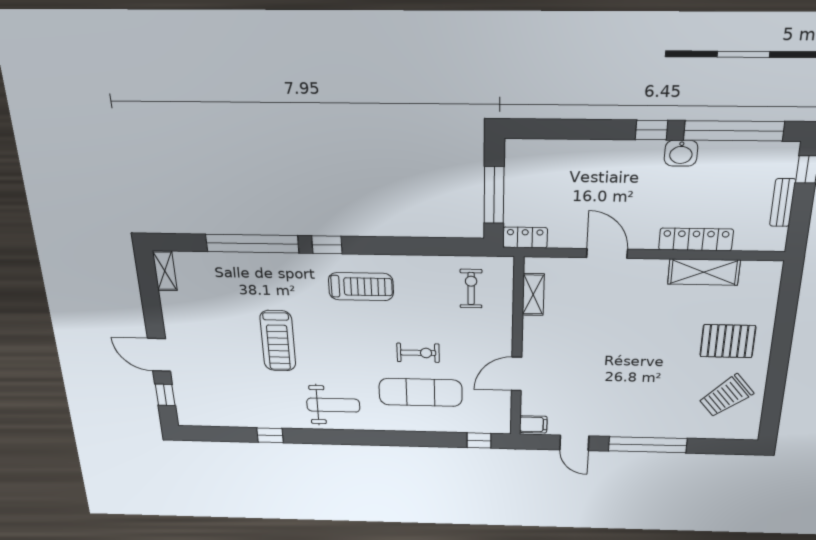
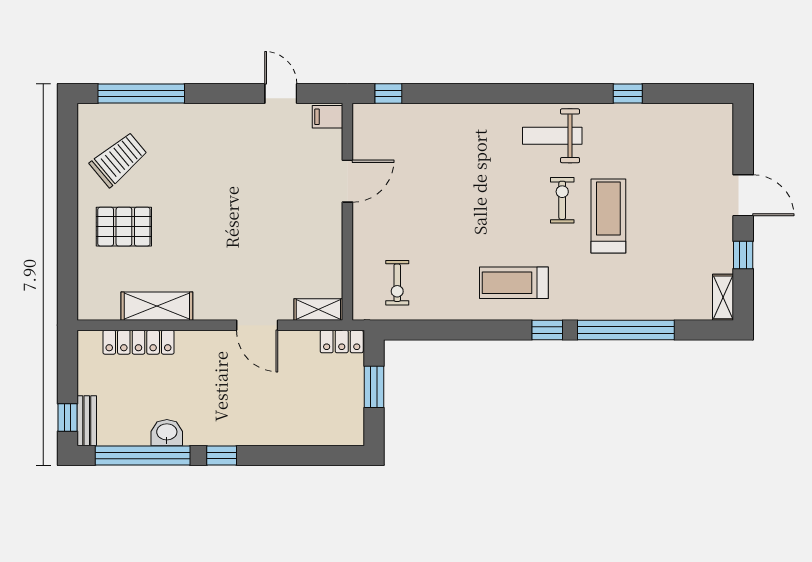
washbasin: (681, 153) -> (167, 433), moved
window: (494, 195) -> (374, 387), width x0.69
bench: (783, 203) -> (87, 421), moved
locker: (696, 239) -> (138, 342), moved
shelving: (533, 294) -> (318, 310), moved, turned 90
exercise bike: (418, 353) -> (562, 200), moved, turned 90
exercise mat: (421, 392) -> (453, 155), removed
window: (165, 395) -> (743, 255), moved
window: (648, 445) -> (141, 94), moved

